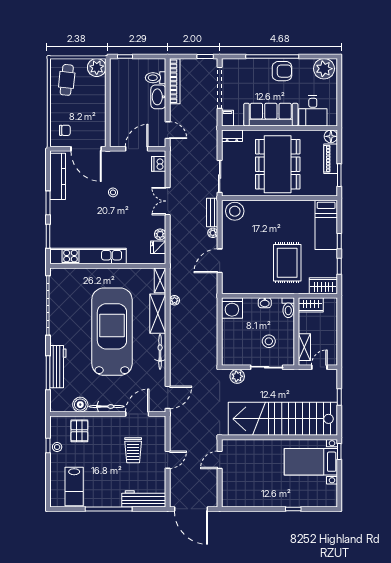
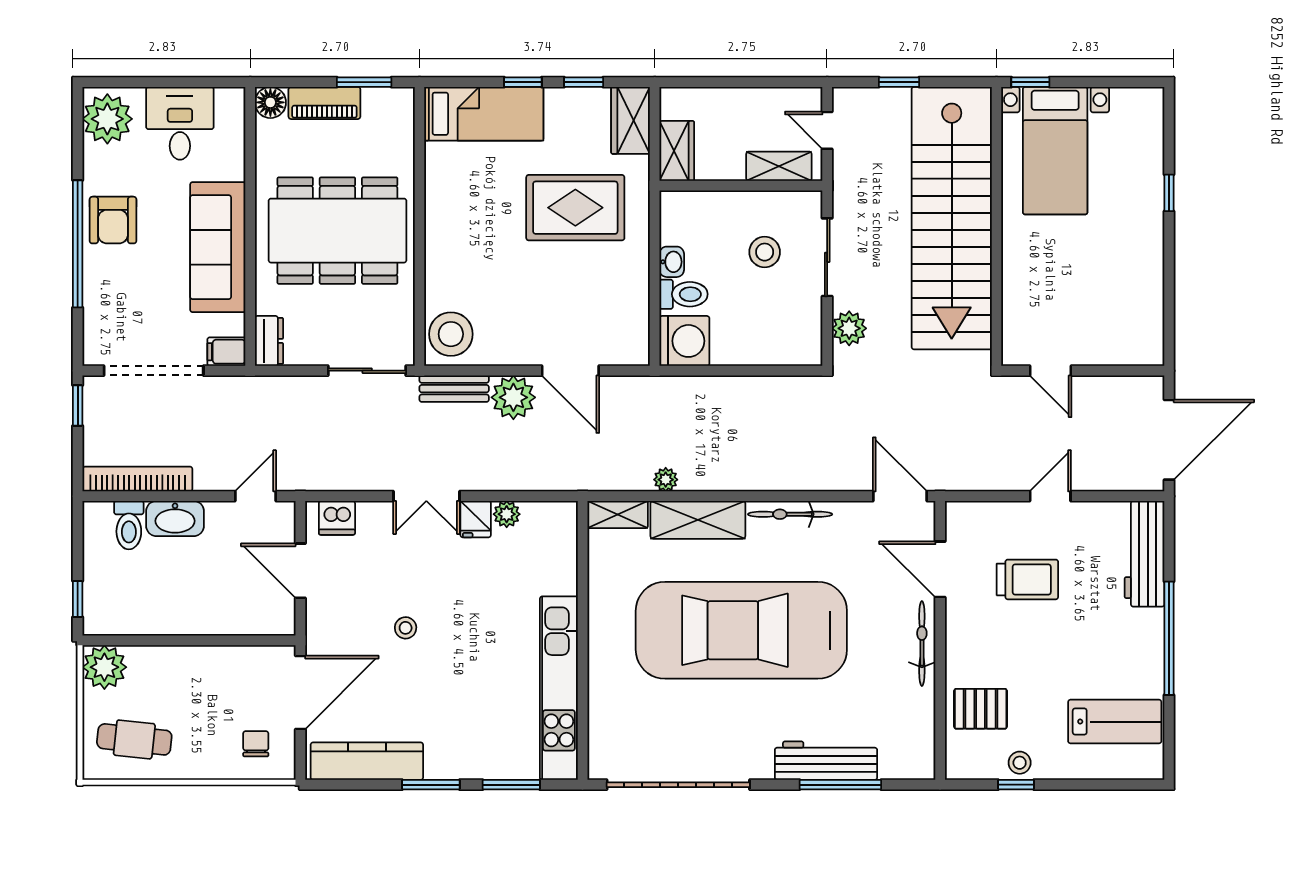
armchair: (282, 71) -> (113, 220), turned 180
desk: (313, 111) -> (180, 123), moved, turned -90
plant: (213, 233) -> (513, 397), width x1.88, depth x1.88
fridge: (158, 247) -> (476, 519), moved
toilet: (288, 308) -> (684, 294), moved
boiler: (80, 405) -> (917, 707), removed
door: (168, 460) -> (1050, 496), hinge flipped

